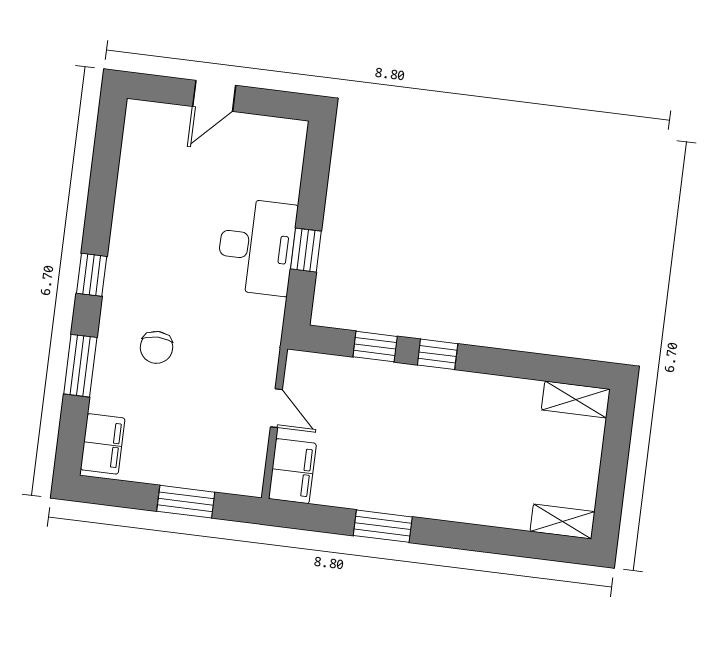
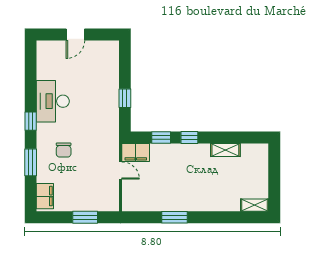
desk: (257, 247) -> (53, 101), moved, turned 180
shelving: (576, 399) -> (225, 150), moved
filing cabinet: (292, 471) -> (136, 152), moved, turned 90

